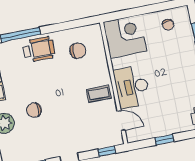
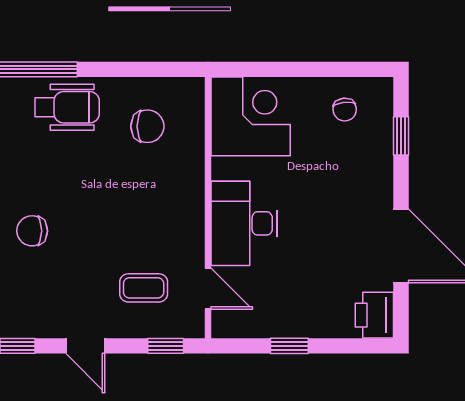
coffee table: (99, 94) -> (144, 288), moved

